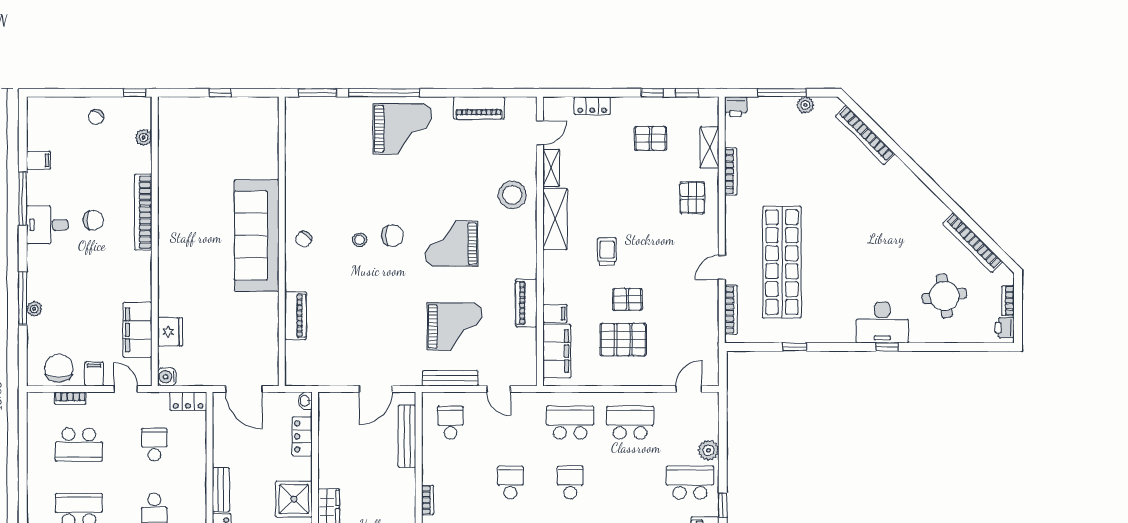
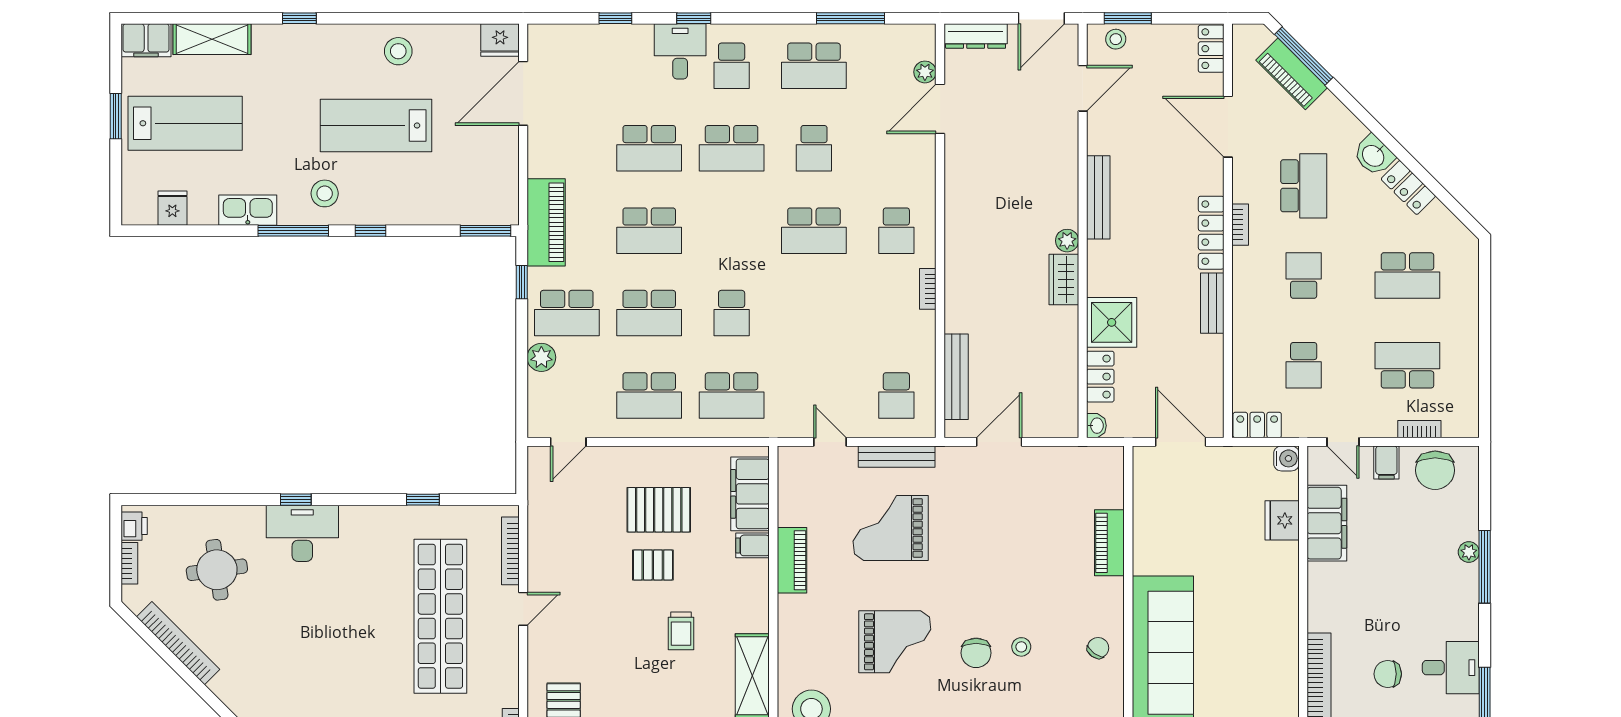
chair: (392, 236) -> (976, 653), turned -90
school desk: (510, 483) -> (649, 313), moved, width x1.85
shower: (294, 499) -> (1112, 322), moved

